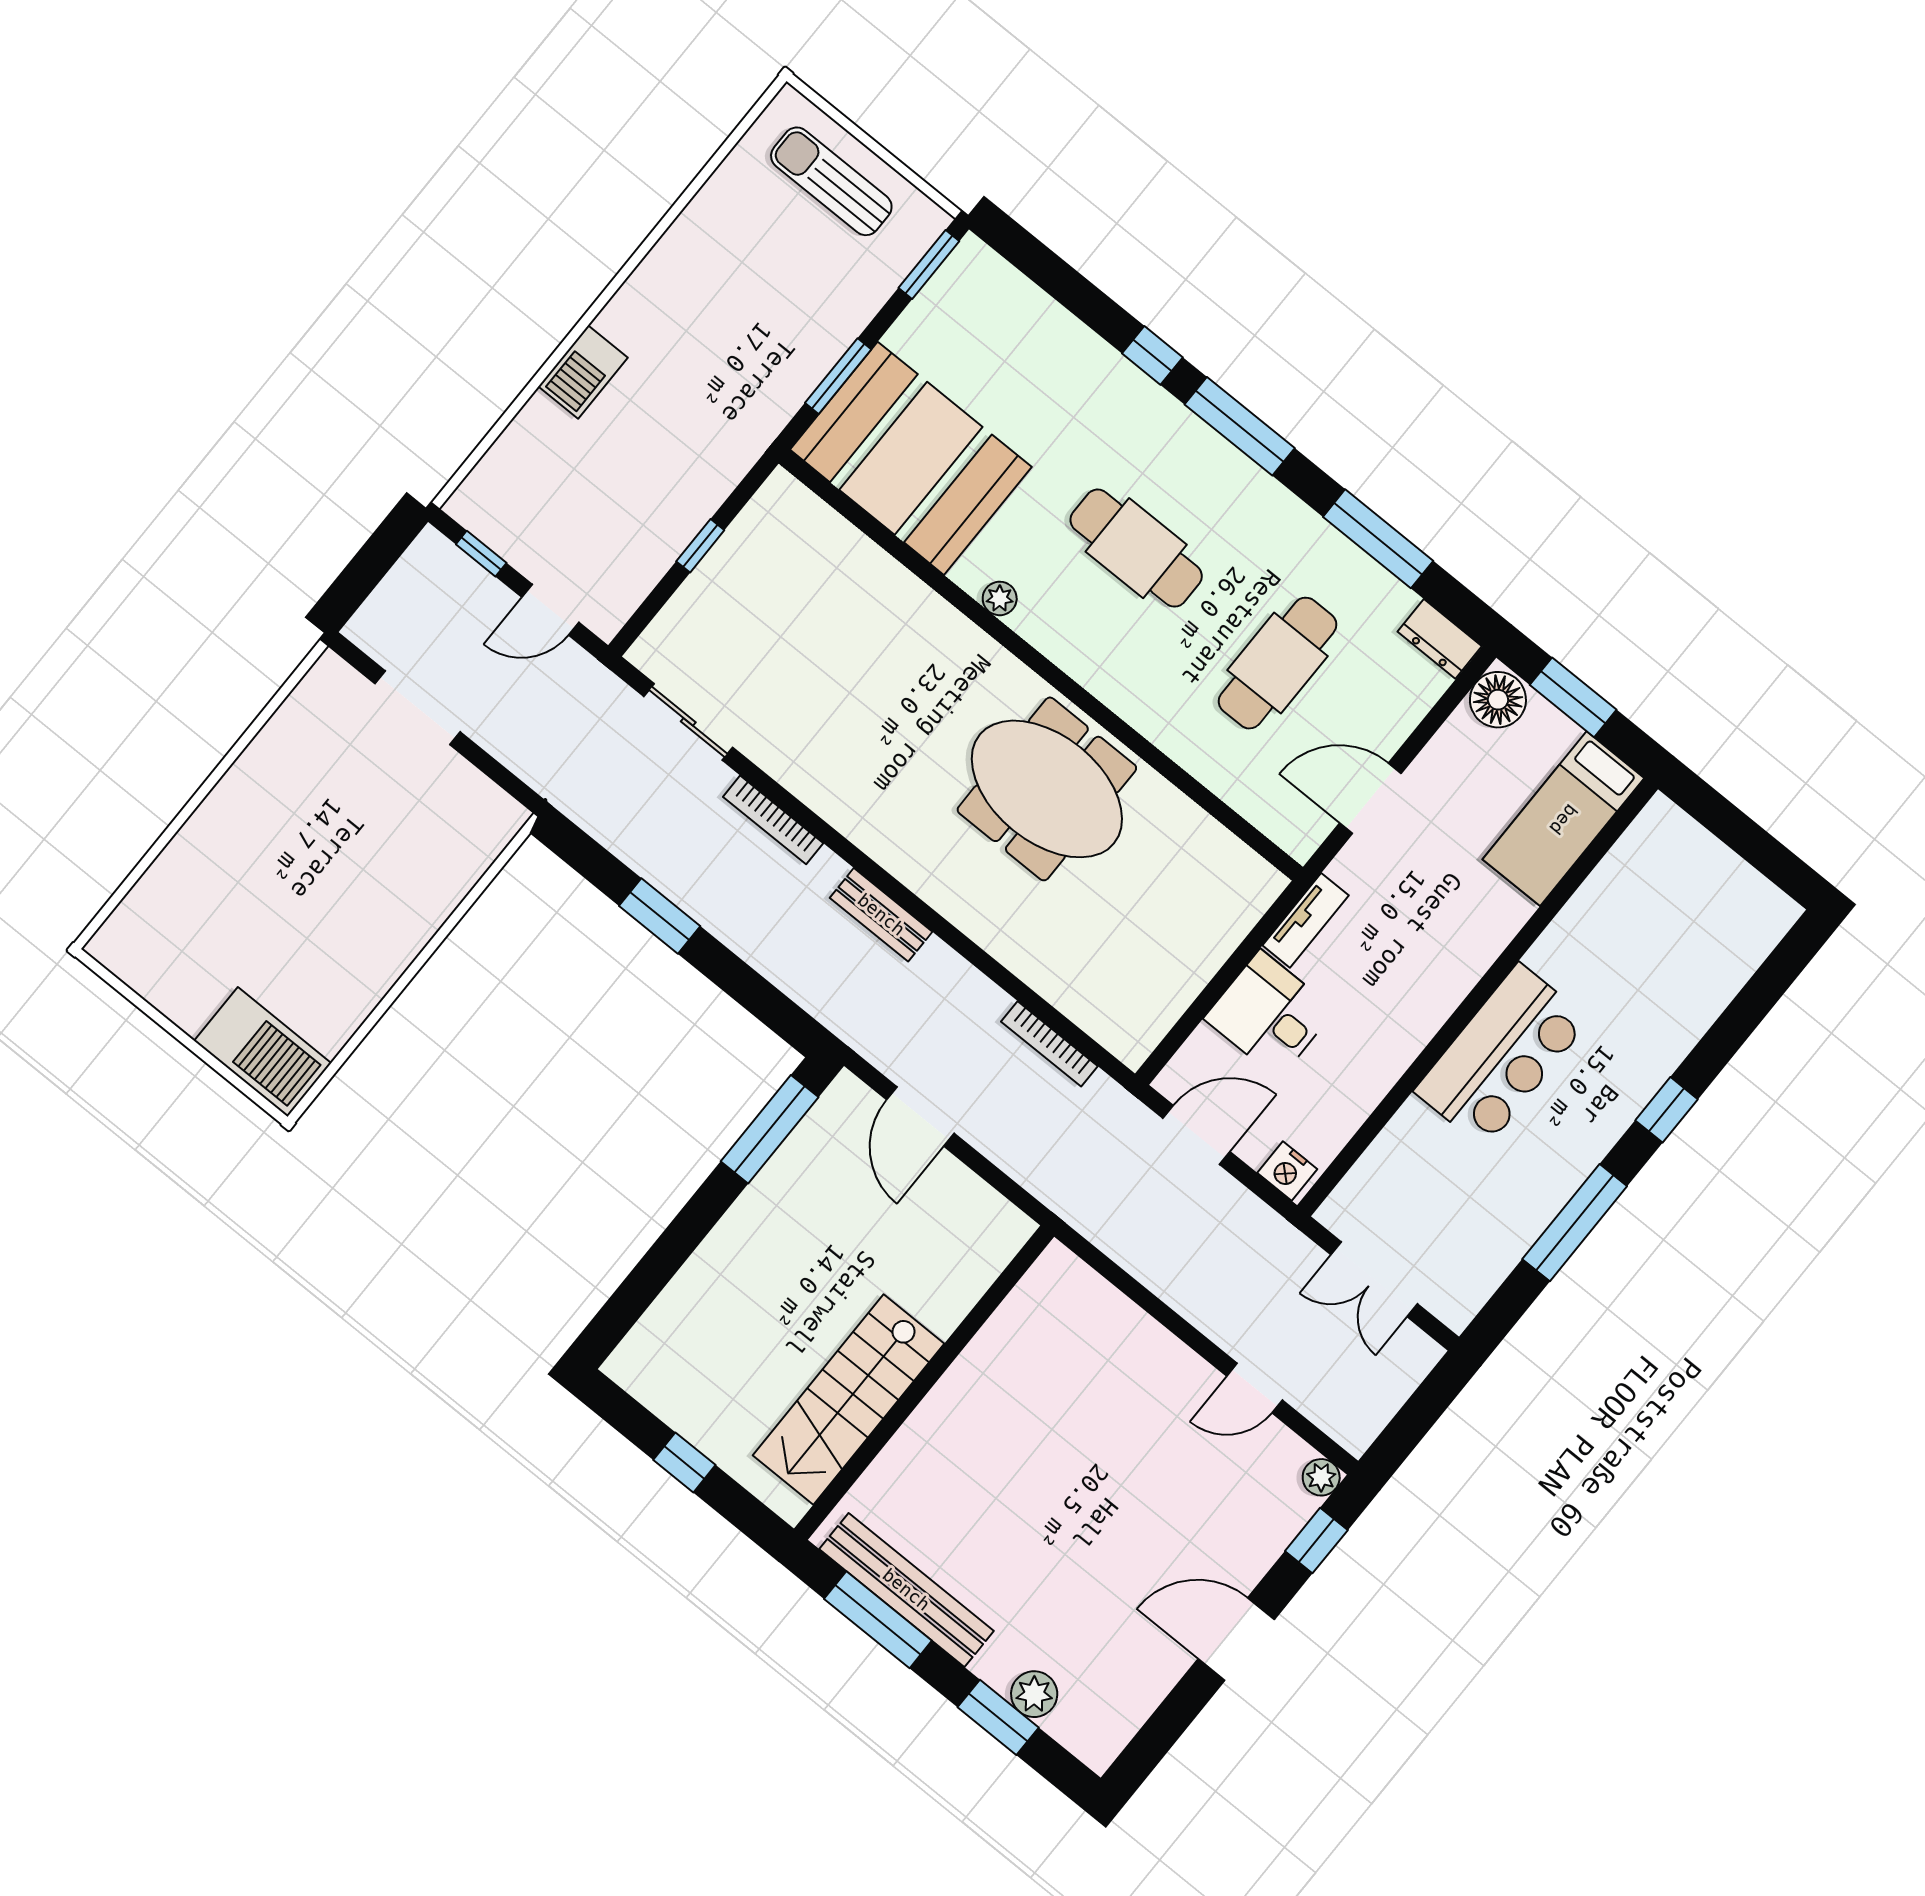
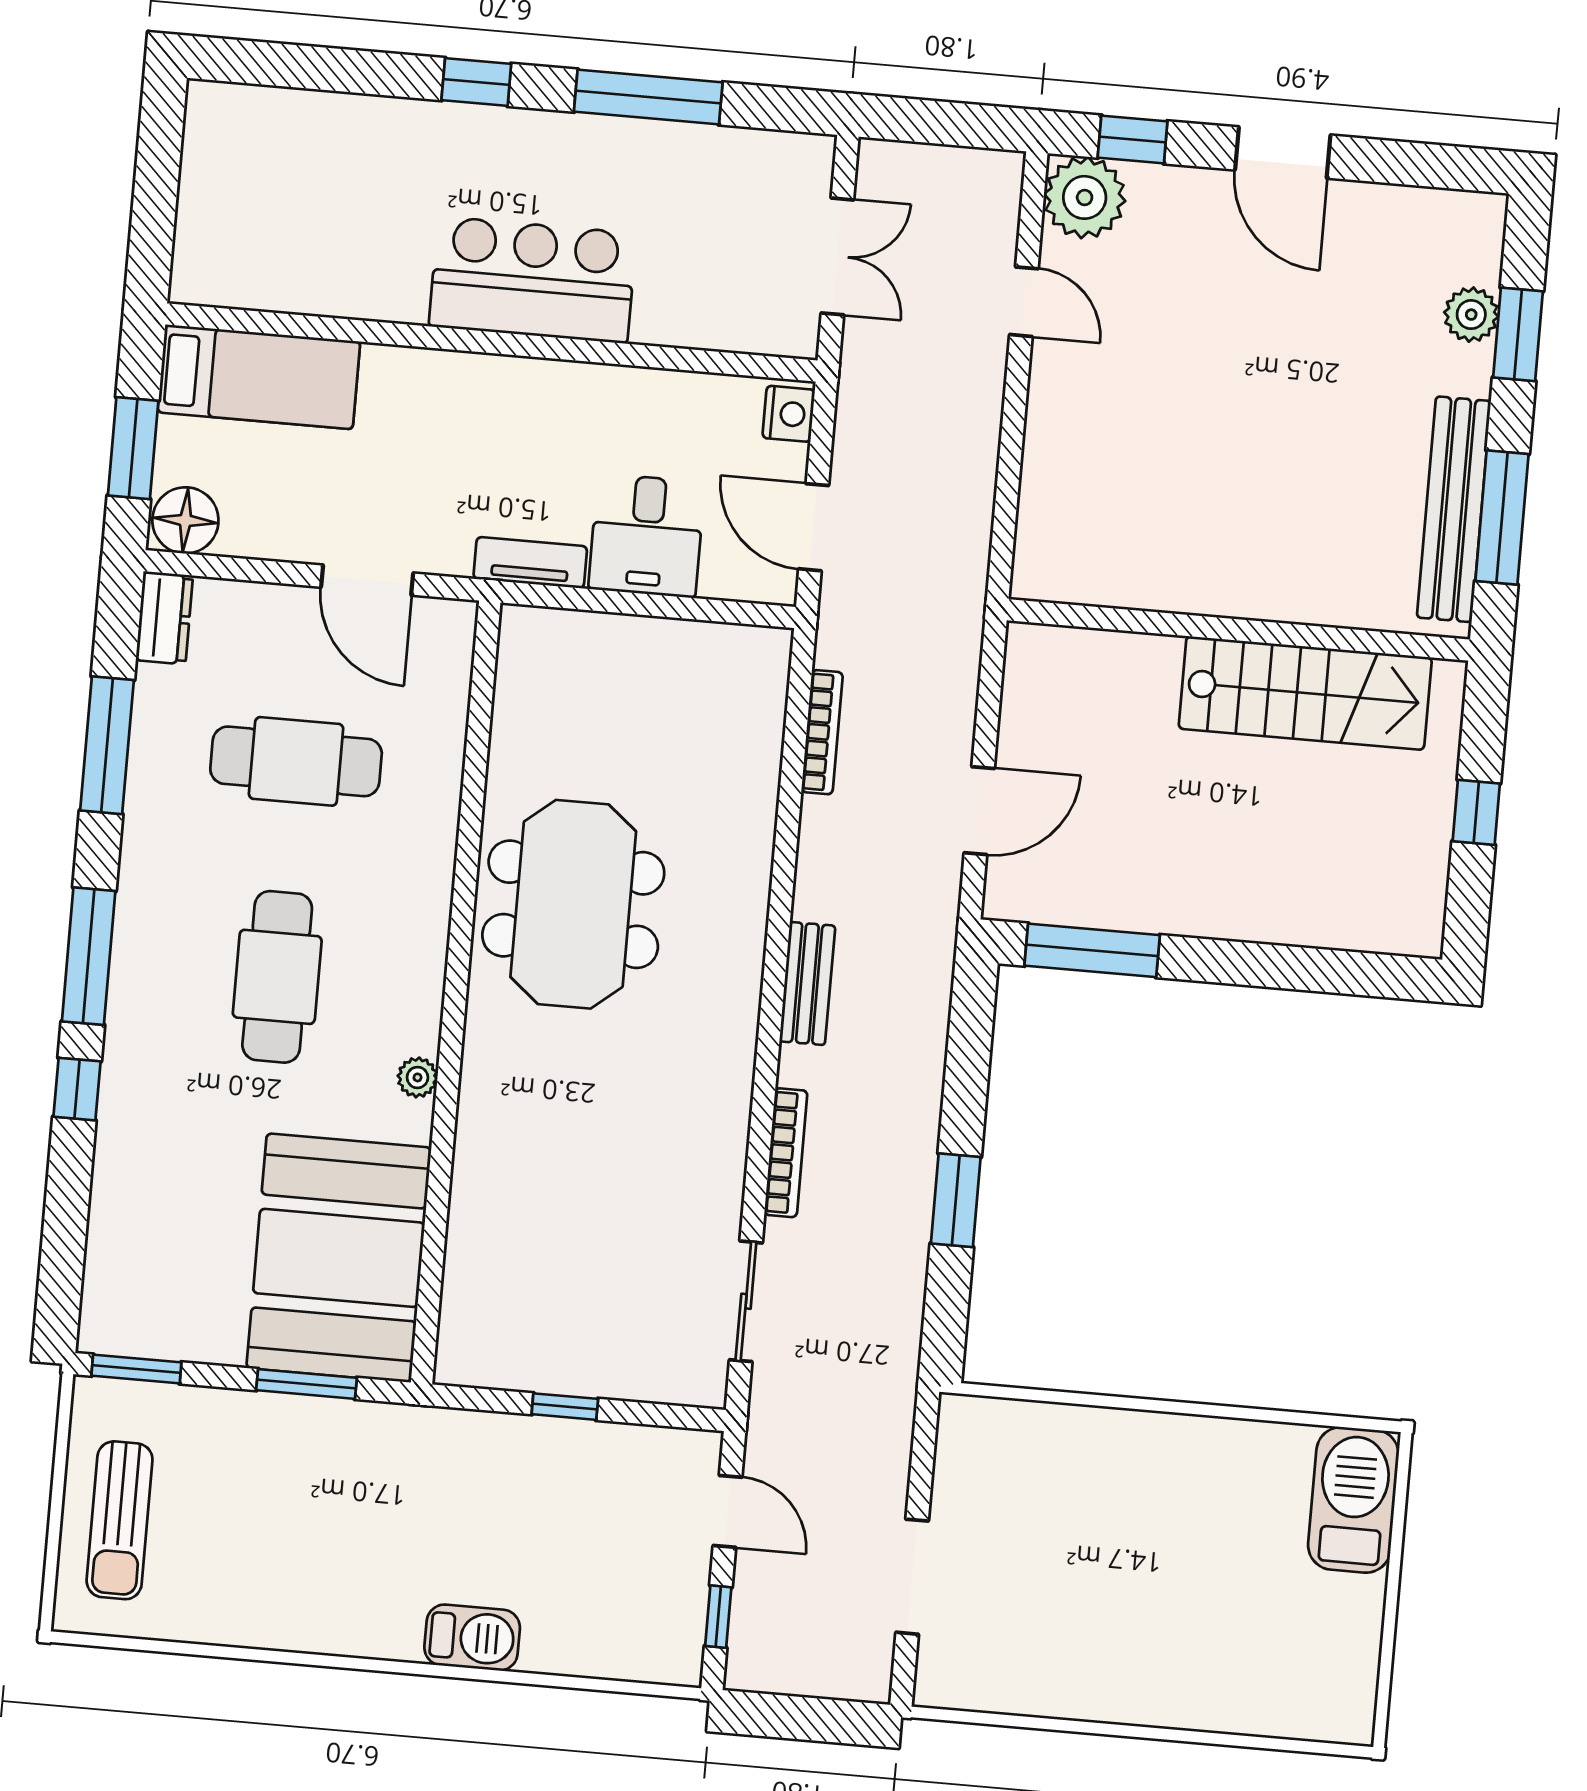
plant: (1321, 1477) -> (1085, 197), width x1.87, depth x1.87

